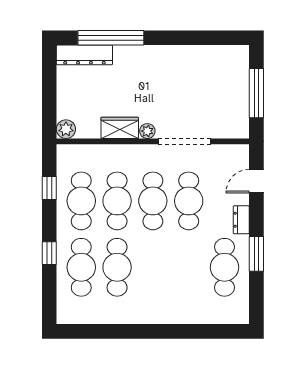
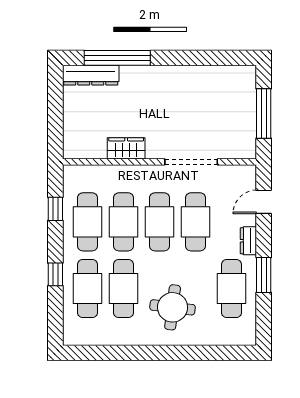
plant: (66, 129) -> (72, 150), removed
plant: (147, 131) -> (154, 152), removed
round table: (166, 286) -> (173, 307), added

